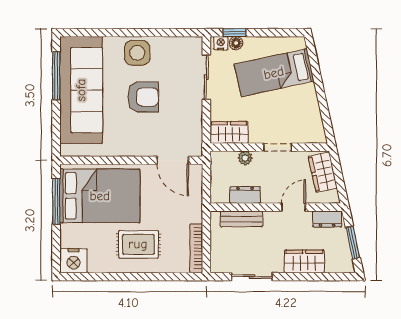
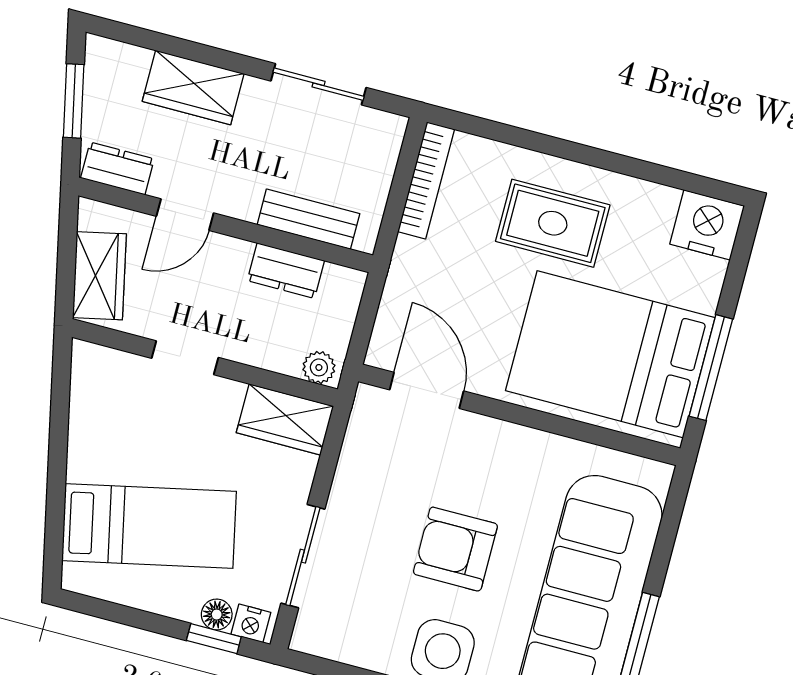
plant: (245, 158) -> (319, 367), moved

